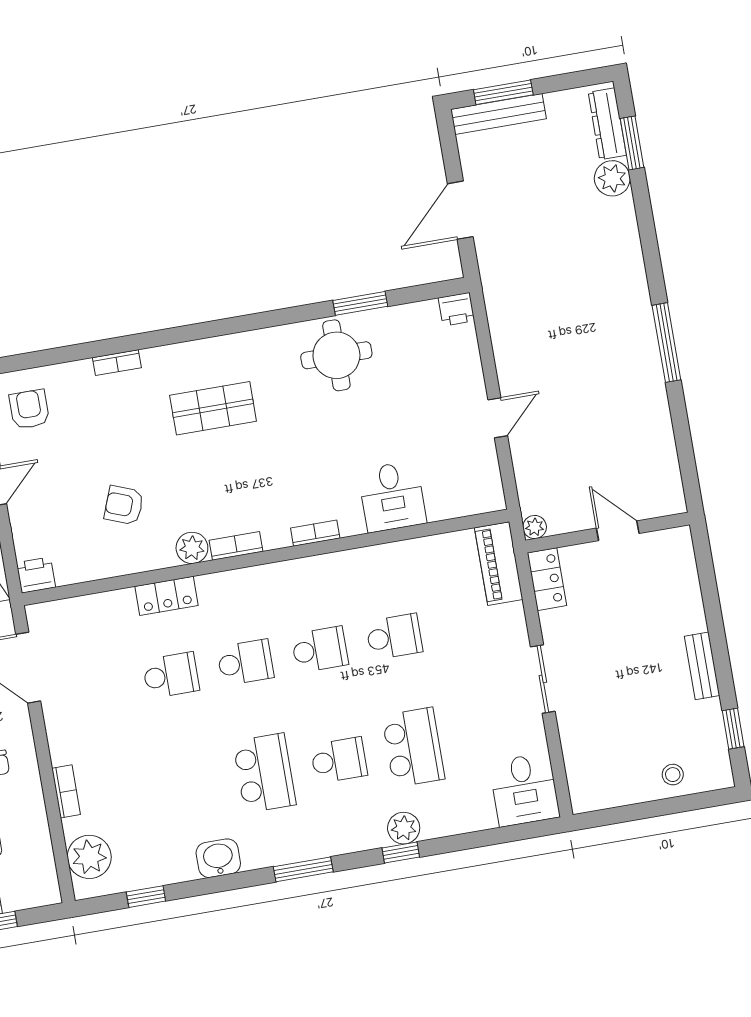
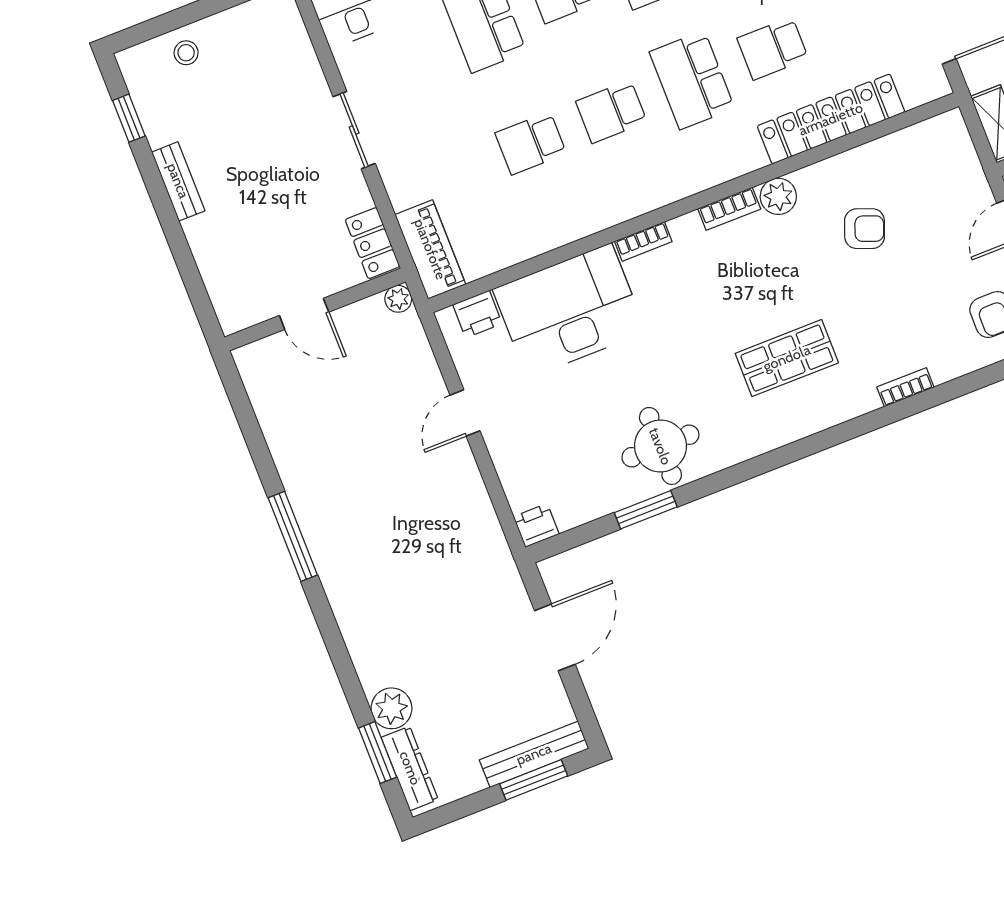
desk: (392, 497) -> (569, 311), width x1.87, depth x1.30
printer: (36, 575) -> (477, 314), moved
locker: (167, 596) -> (831, 119), width x2.16, depth x1.21
school desk: (245, 662) -> (692, 80), width x1.85

